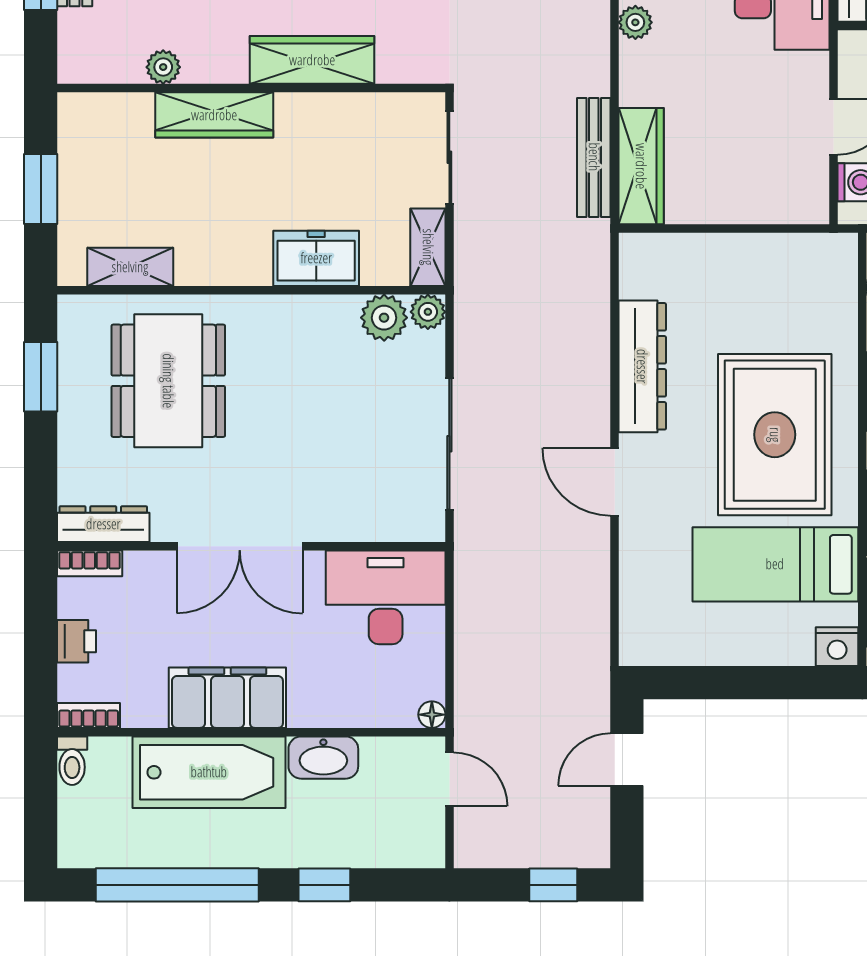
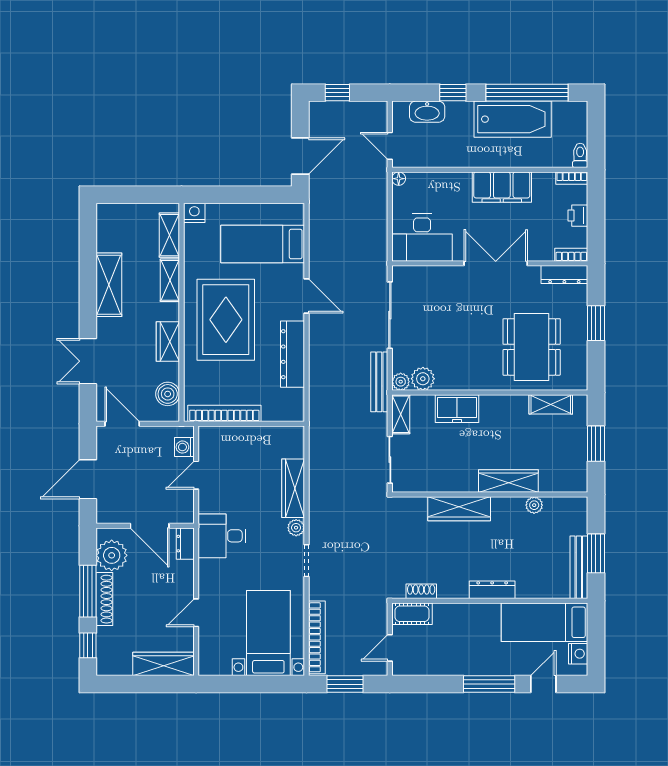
bench: (594, 157) -> (379, 382), moved
wardrobe: (641, 166) -> (293, 488), moved
bookcase: (778, 249) -> (224, 413), added
window: (41, 377) -> (596, 323), moved
bed: (775, 564) -> (263, 244), moved, turned 180
washbasin: (323, 758) -> (427, 112), moved, turned 180
door: (627, 760) -> (300, 156), width x1.38
bathtub: (209, 772) -> (513, 119), moved, turned 180

